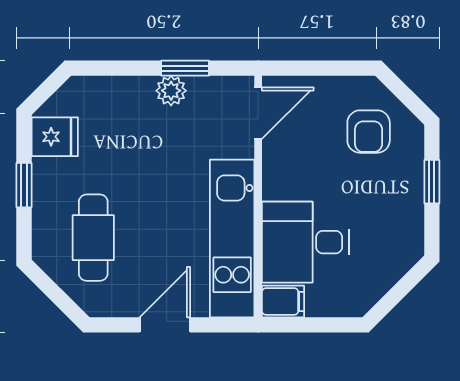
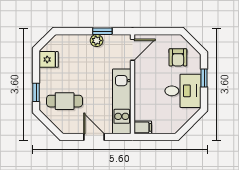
window: (24, 185) -> (36, 92), moved
cafe table: (93, 238) -> (65, 101), turned 90
desk: (306, 242) -> (183, 91), moved, turned 180
door: (165, 325) -> (94, 137), hinge flipped

